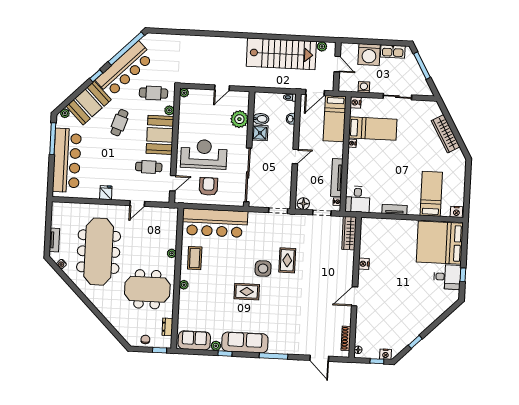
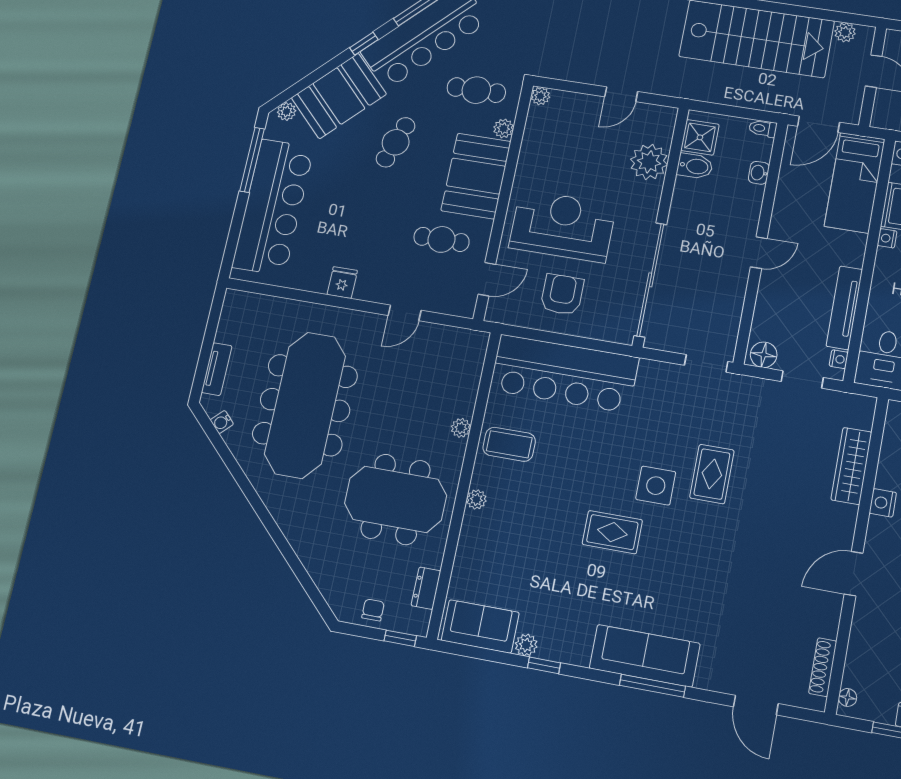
shower: (260, 133) -> (700, 137), moved
wardrobe: (349, 233) -> (851, 466), moved
coffee table: (195, 258) -> (509, 444), turned 90
sofa: (245, 342) -> (645, 656), moved

